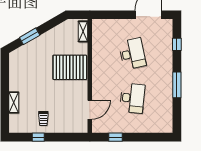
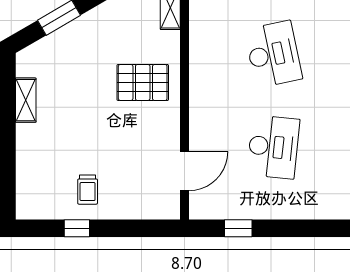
pallet: (70, 67) -> (143, 82), width x0.73, depth x0.71
shelving: (14, 102) -> (26, 100), moved

